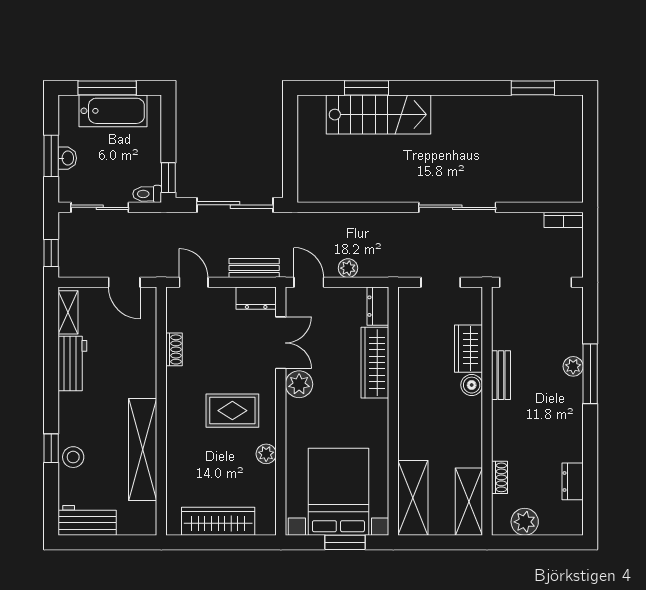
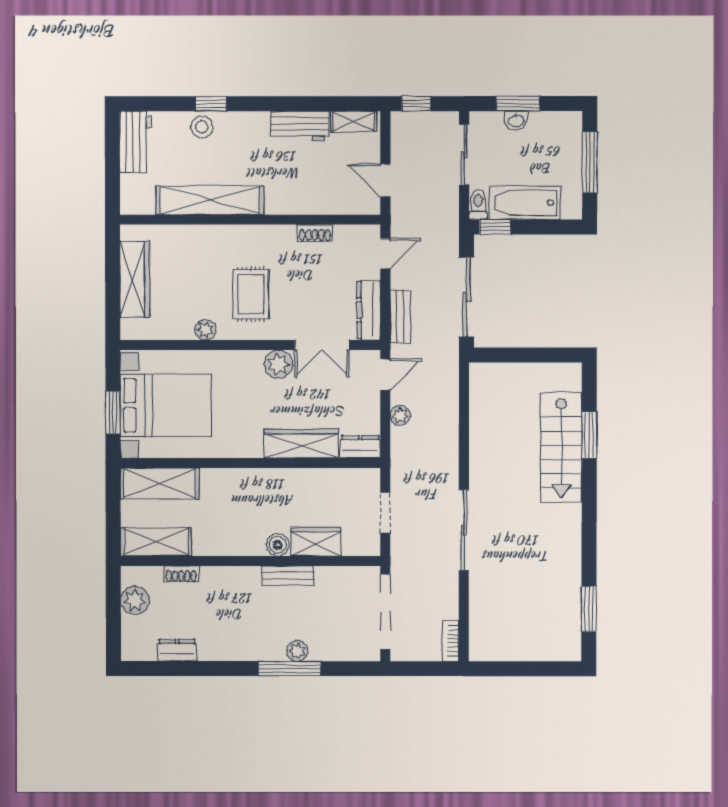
bathtub: (113, 111) -> (525, 203), moved, turned 90
door: (124, 282) -> (385, 181), hinge flipped
dresser: (256, 298) -> (369, 310), width x1.44

